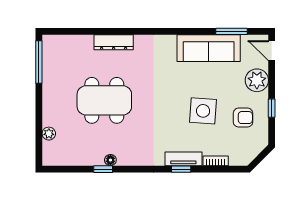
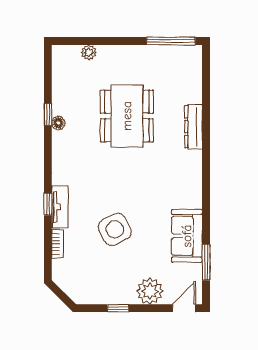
sofa: (209, 48) -> (187, 236), width x0.73
side table: (203, 111) -> (115, 229), turned -31
armchair: (243, 118) -> (107, 275), removed

